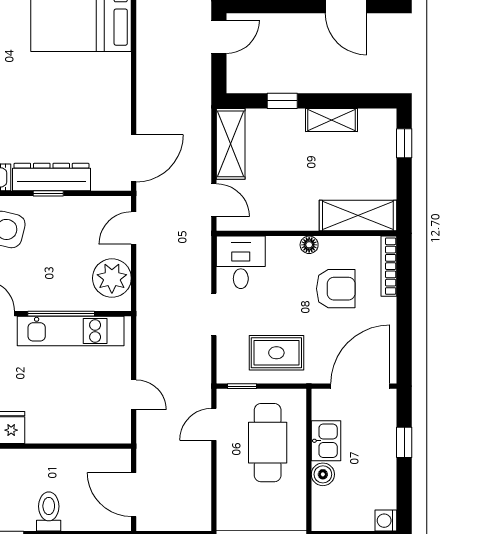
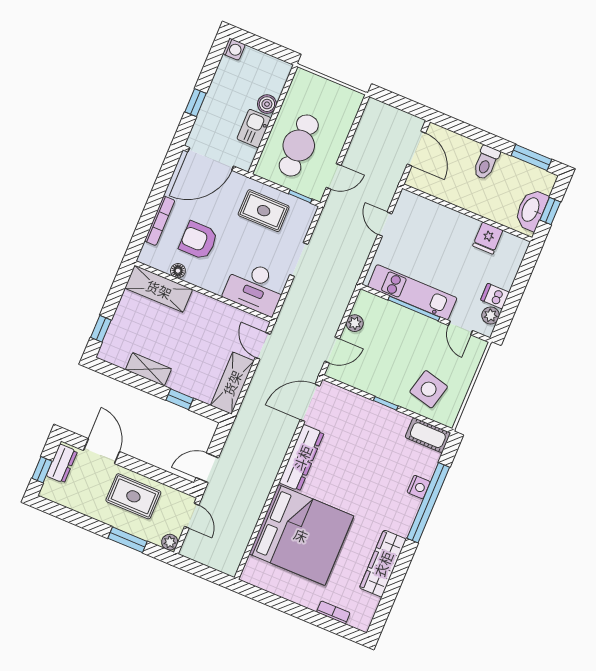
dresser: (51, 177) -> (302, 458), moved, turned -90
floor lamp: (309, 245) -> (178, 271), moved
desk: (241, 262) -> (255, 287), width x1.37
bookcase: (389, 266) -> (160, 221), moved
plant: (112, 278) -> (355, 323), width x0.53, depth x0.53

